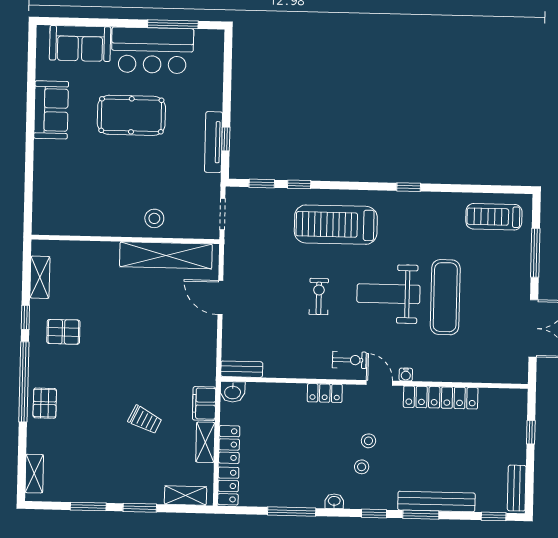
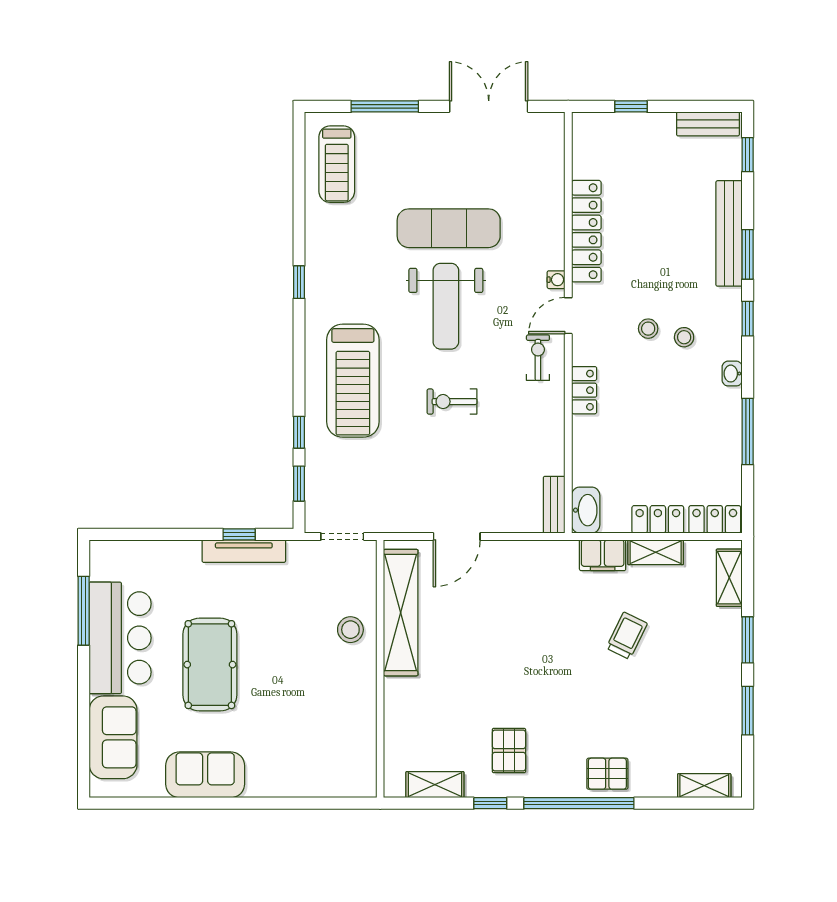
washbasin: (233, 392) -> (586, 510), width x1.38

